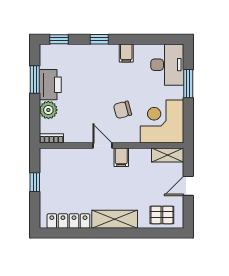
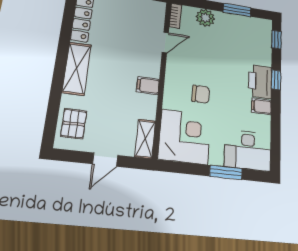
printer: (50, 85) -> (260, 82), moved, turned 90
chair: (122, 110) -> (201, 94), turned 105
door: (102, 145) -> (165, 43), moved
door: (188, 186) -> (105, 160), swing flipped

